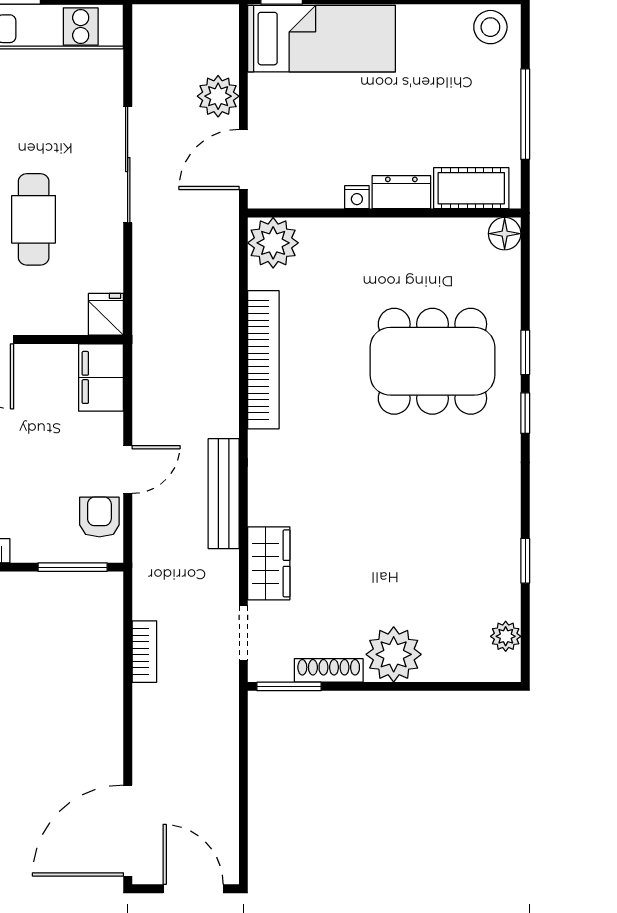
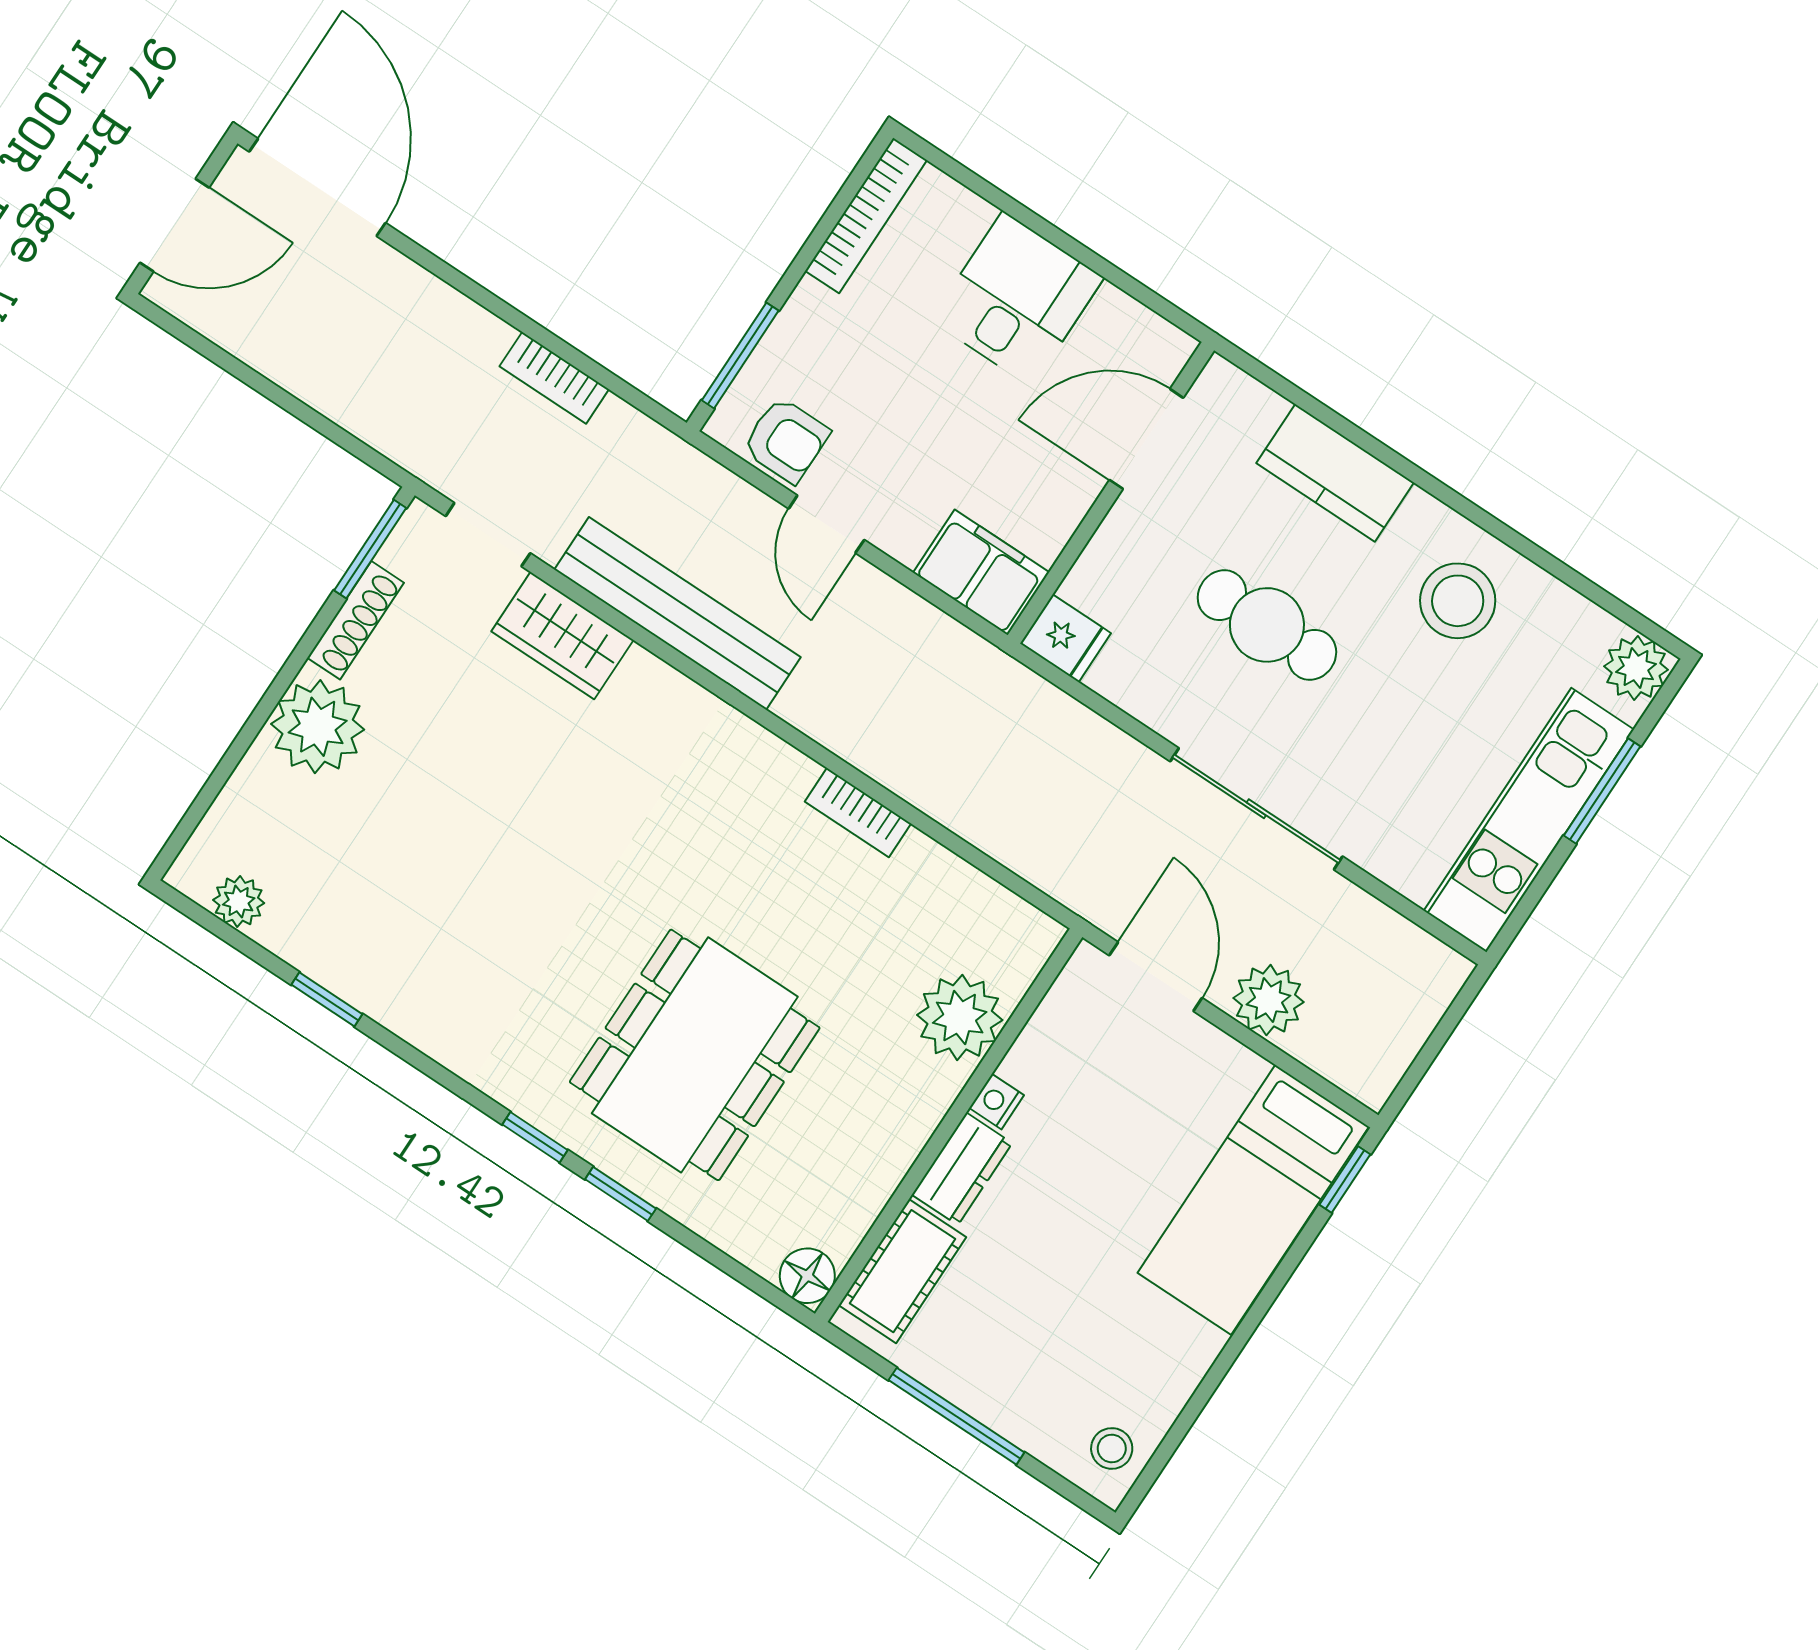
stool: (490, 27) -> (1112, 1448), width x0.73, depth x0.73
plant: (273, 243) -> (960, 1017), moved
bookcase: (263, 360) -> (858, 813), width x0.43, depth x0.76
bench: (224, 494) -> (677, 613), width x1.37, depth x1.21

